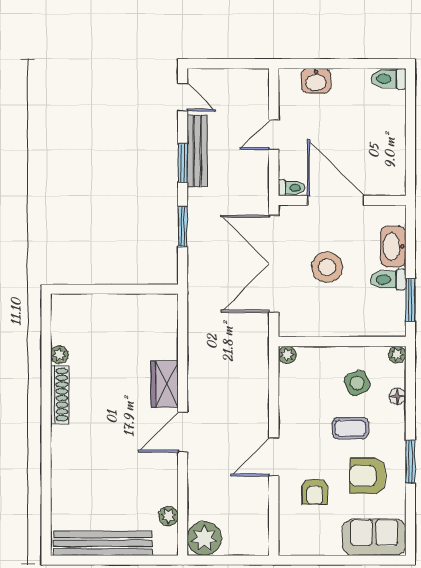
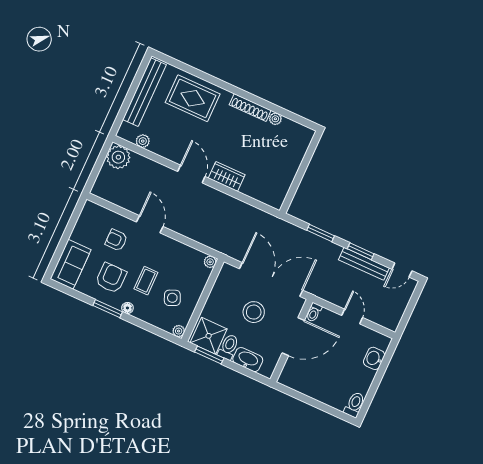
shower: (385, 312) -> (209, 336), added
floor lamp: (398, 396) -> (127, 308), moved
rug: (82, 476) -> (193, 98), added

